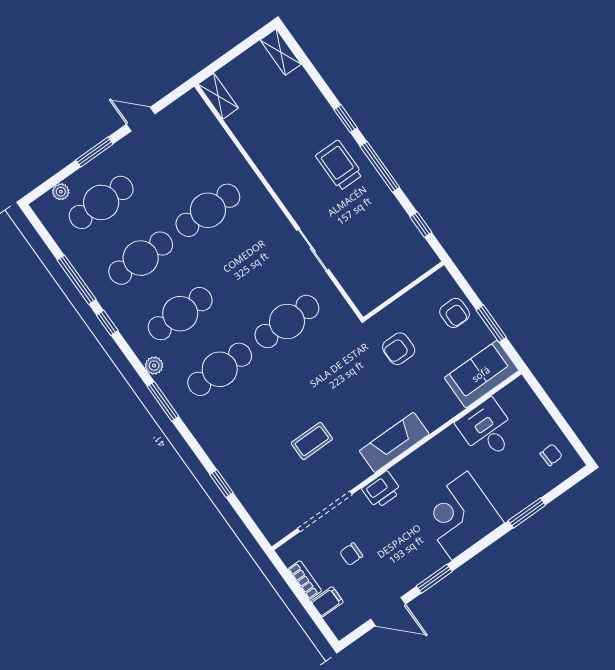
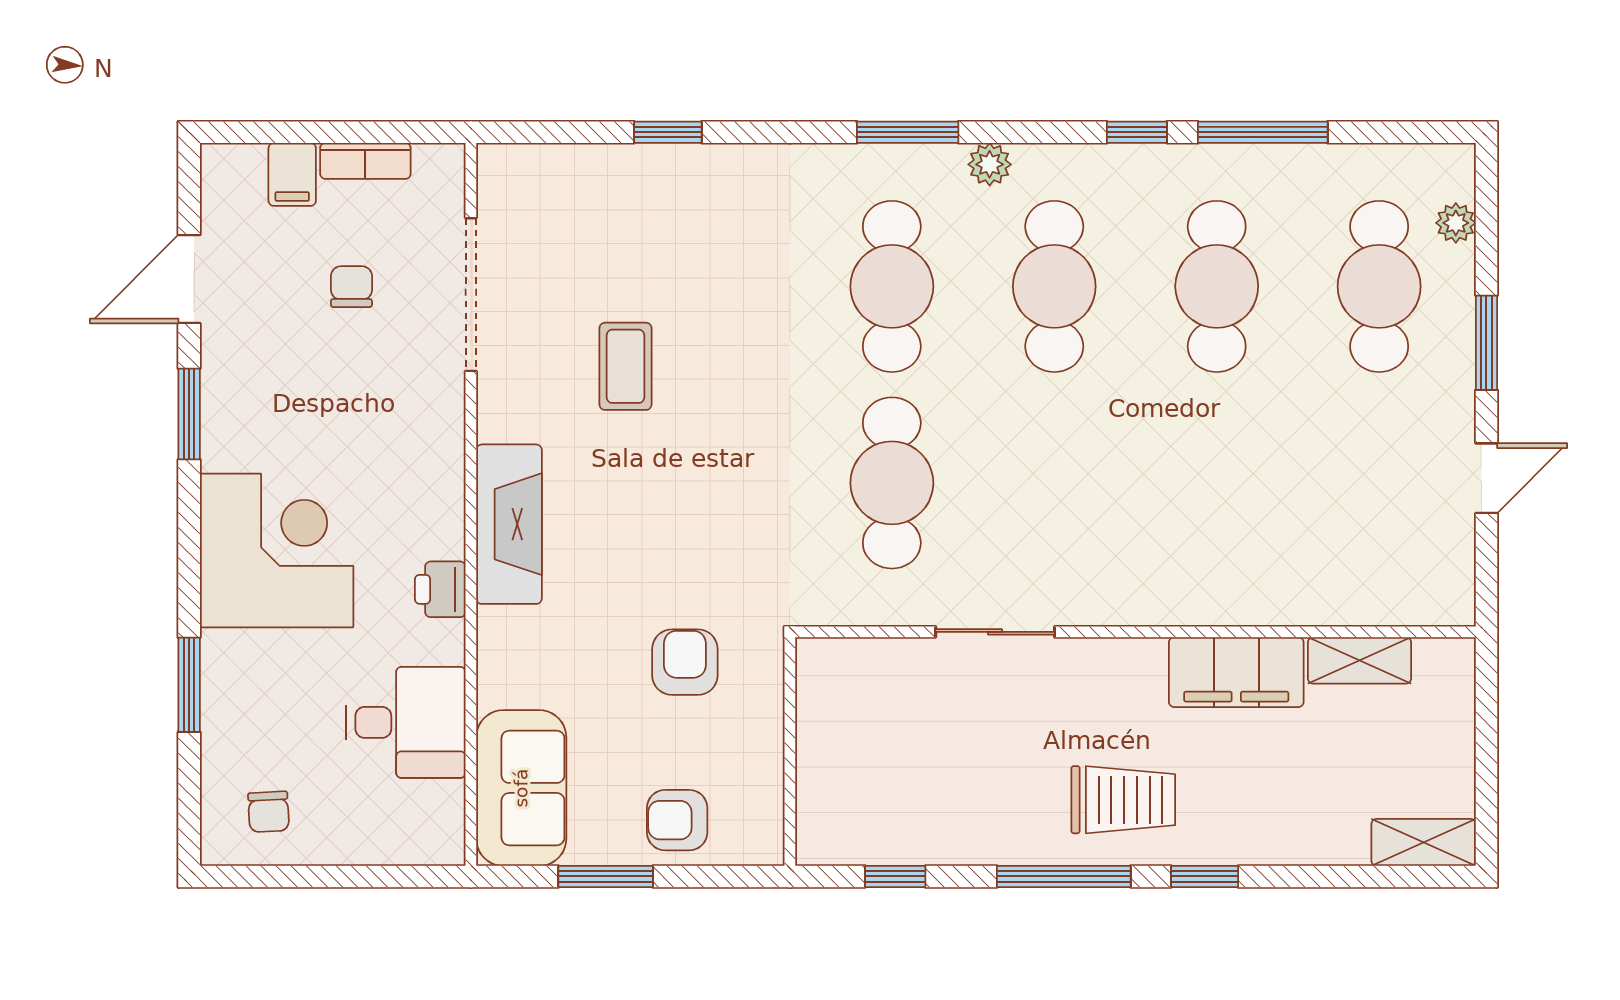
shelving: (218, 96) -> (1360, 660), moved
filing cabinet: (268, 158) -> (1236, 672), added
cafe table: (208, 210) -> (1217, 483), removed
printer: (382, 490) -> (440, 589), moved, width x0.73, depth x0.81

